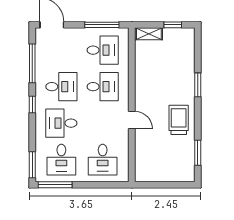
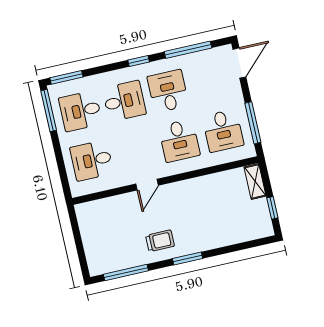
window: (198, 85) -> (188, 259), moved
desk: (61, 87) -> (168, 91), turned 180
trolley: (179, 120) -> (160, 241), width x0.73, depth x0.72
desk: (61, 123) -> (124, 101), turned 90
window: (198, 153) -> (126, 273), width x1.44

